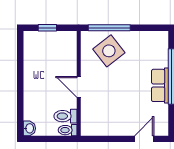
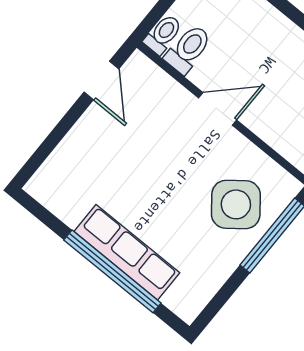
row of seats: (160, 85) -> (127, 252), width x1.48
door: (144, 139) -> (101, 81), moved

